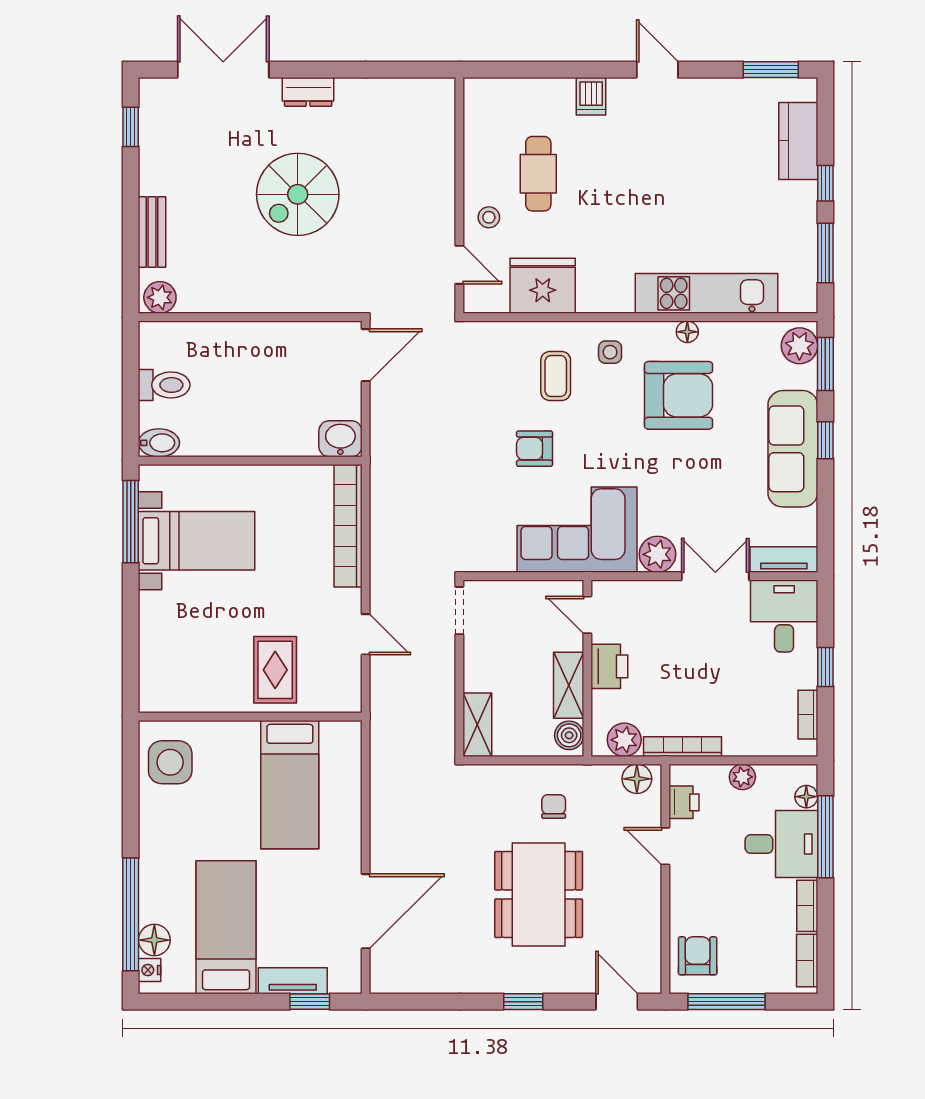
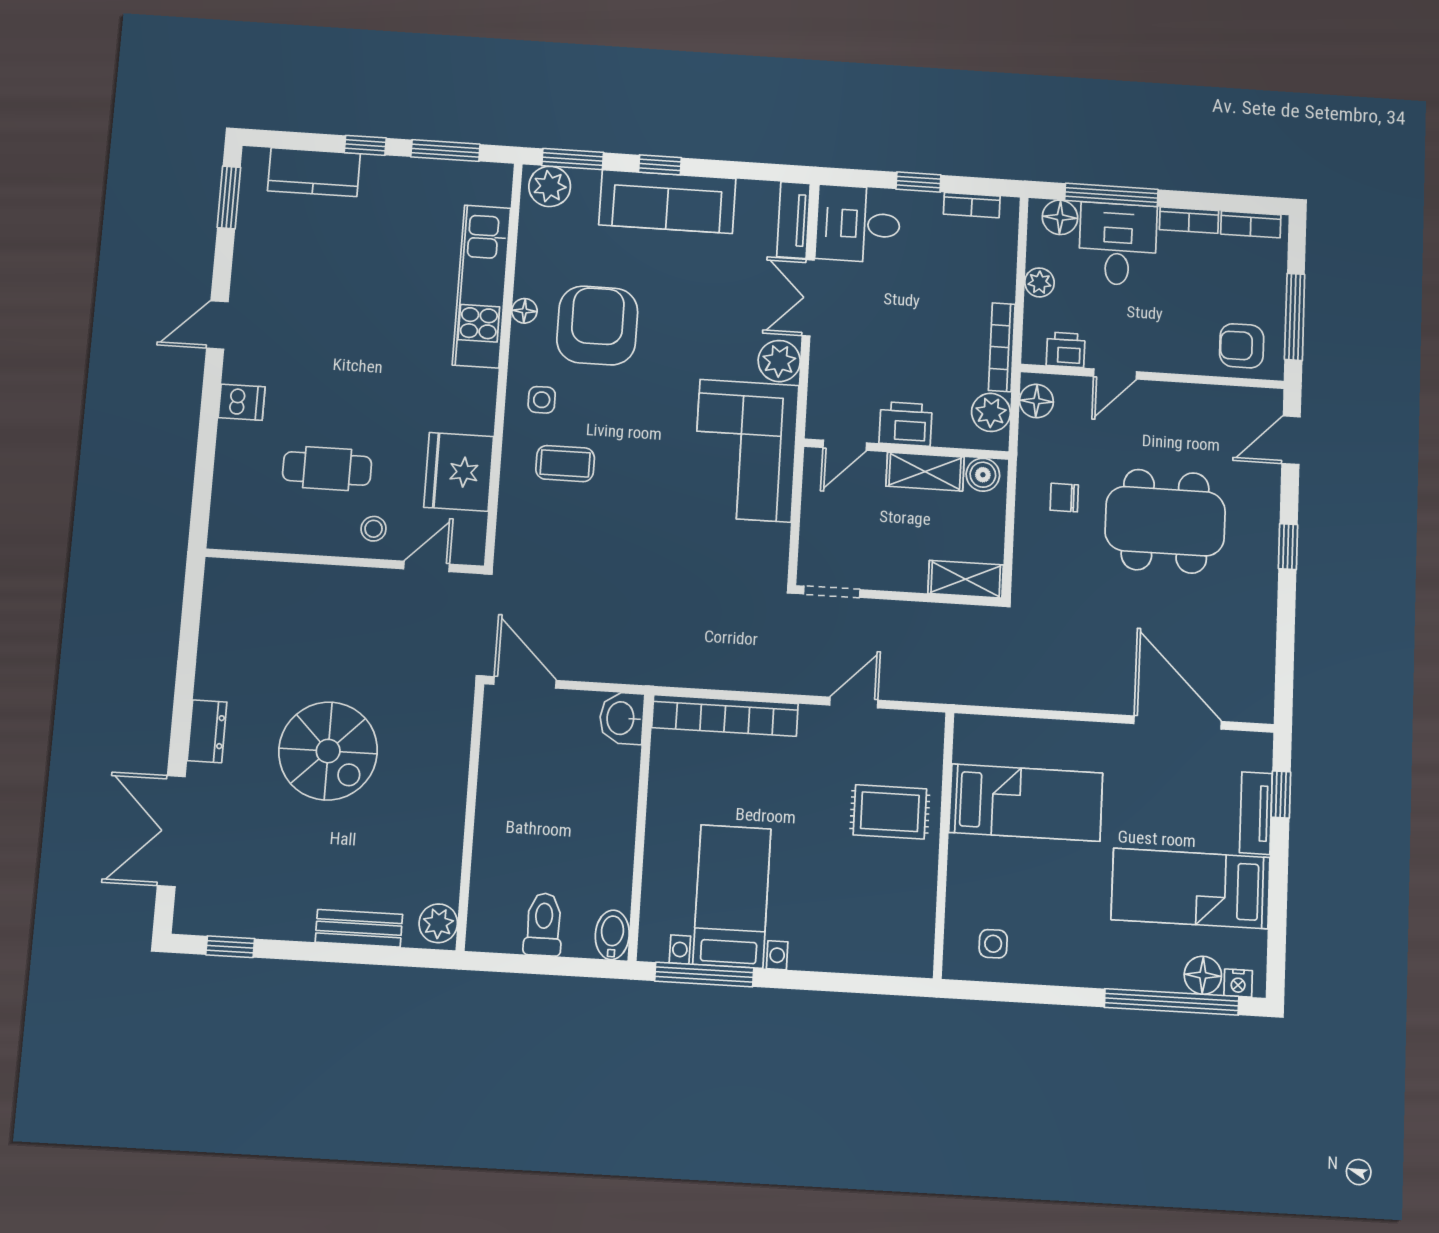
armchair: (535, 449) -> (648, 493), removed
side table: (170, 762) -> (993, 944), width x0.54, depth x0.54
floor lamp: (806, 797) -> (1060, 217), width x1.37, depth x1.37

